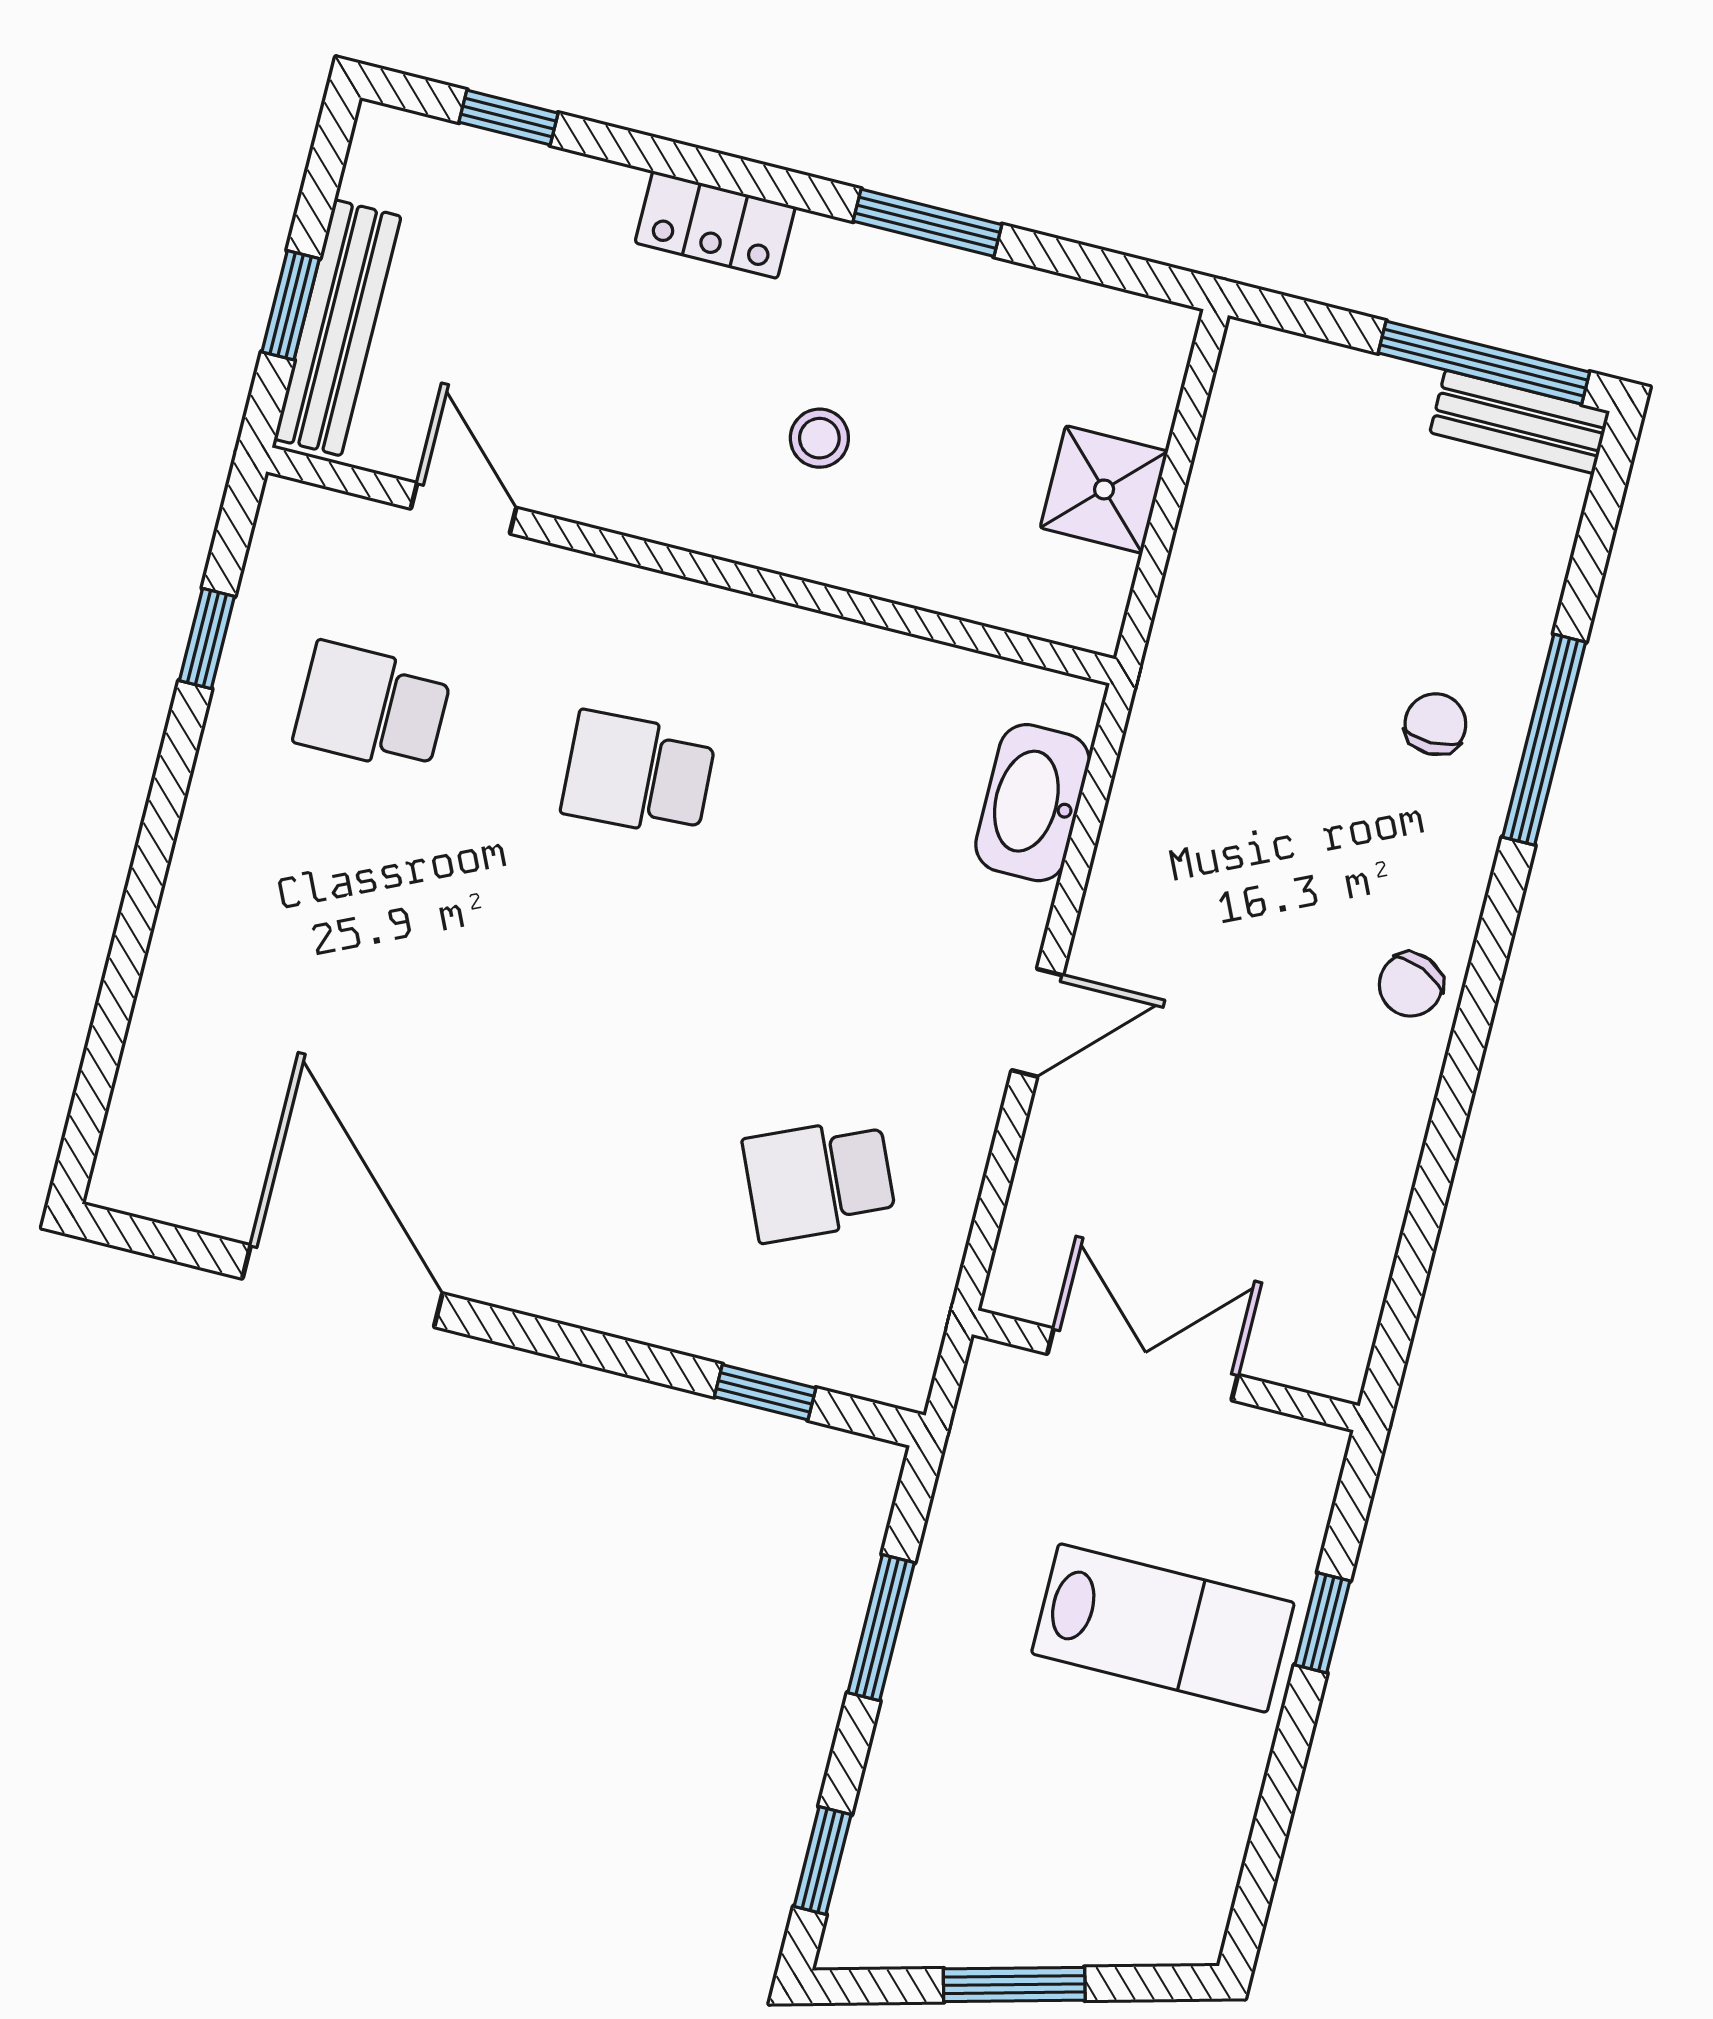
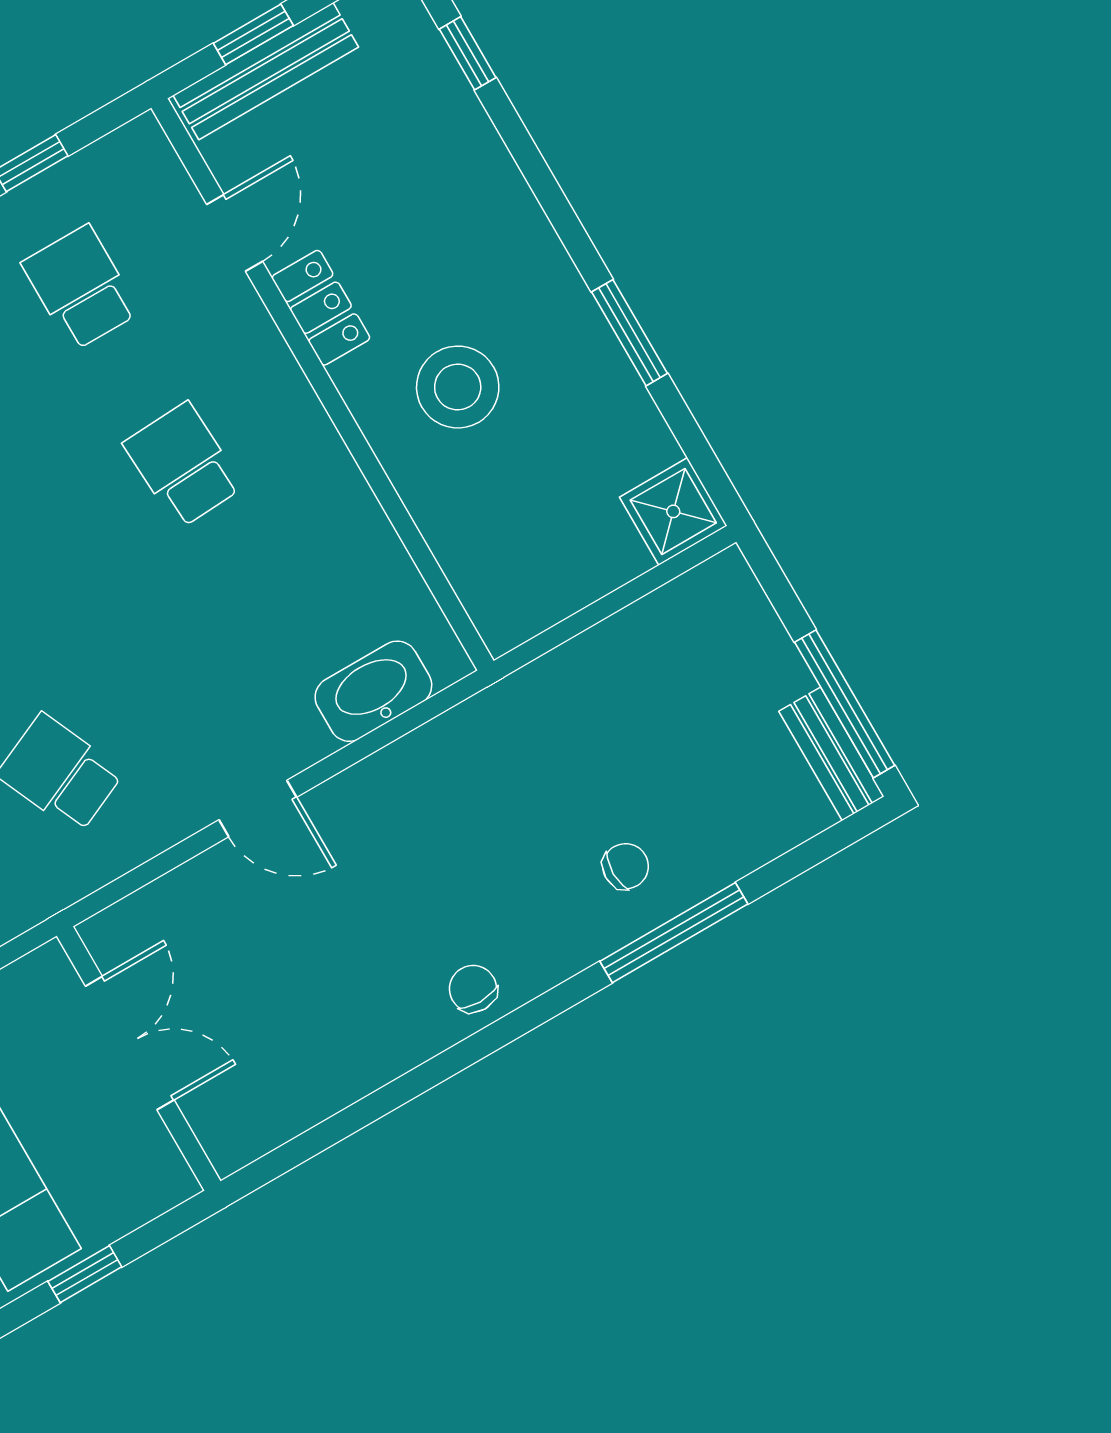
locker: (715, 225) -> (321, 308), moved, turned 180
stool: (819, 438) -> (458, 387), width x1.89, depth x1.89
shower: (1104, 489) -> (673, 511), moved
chair: (1411, 985) -> (473, 989), turned 67

